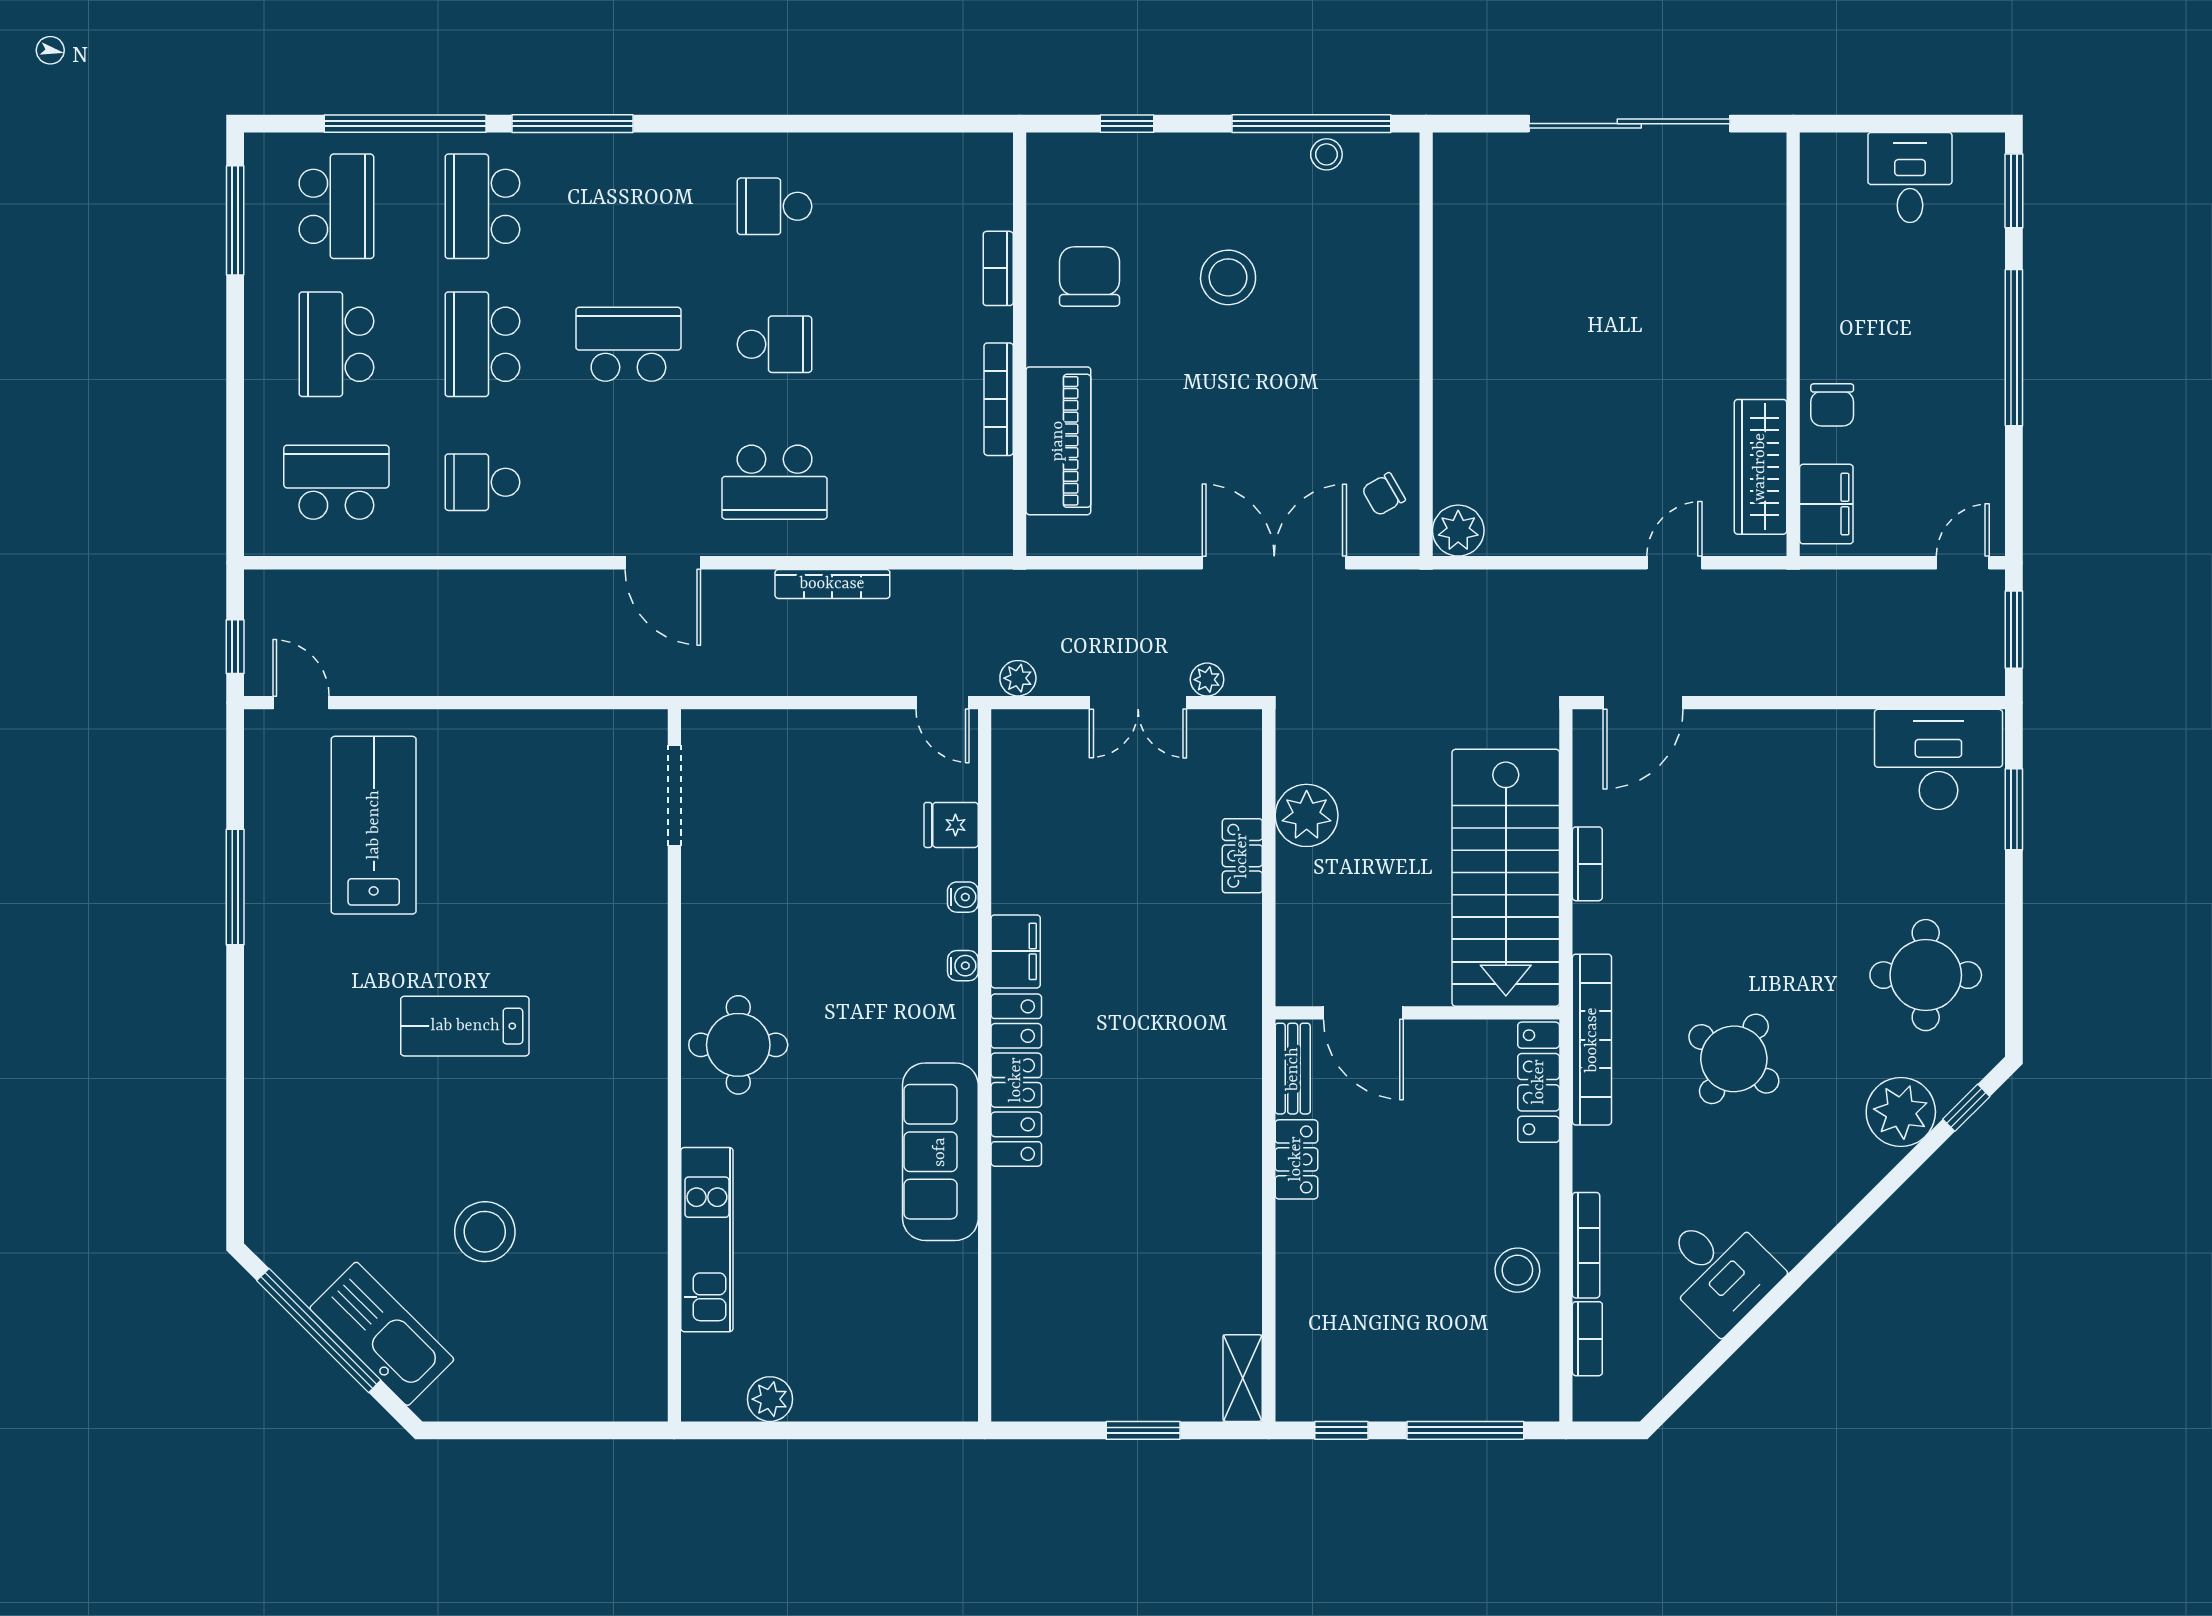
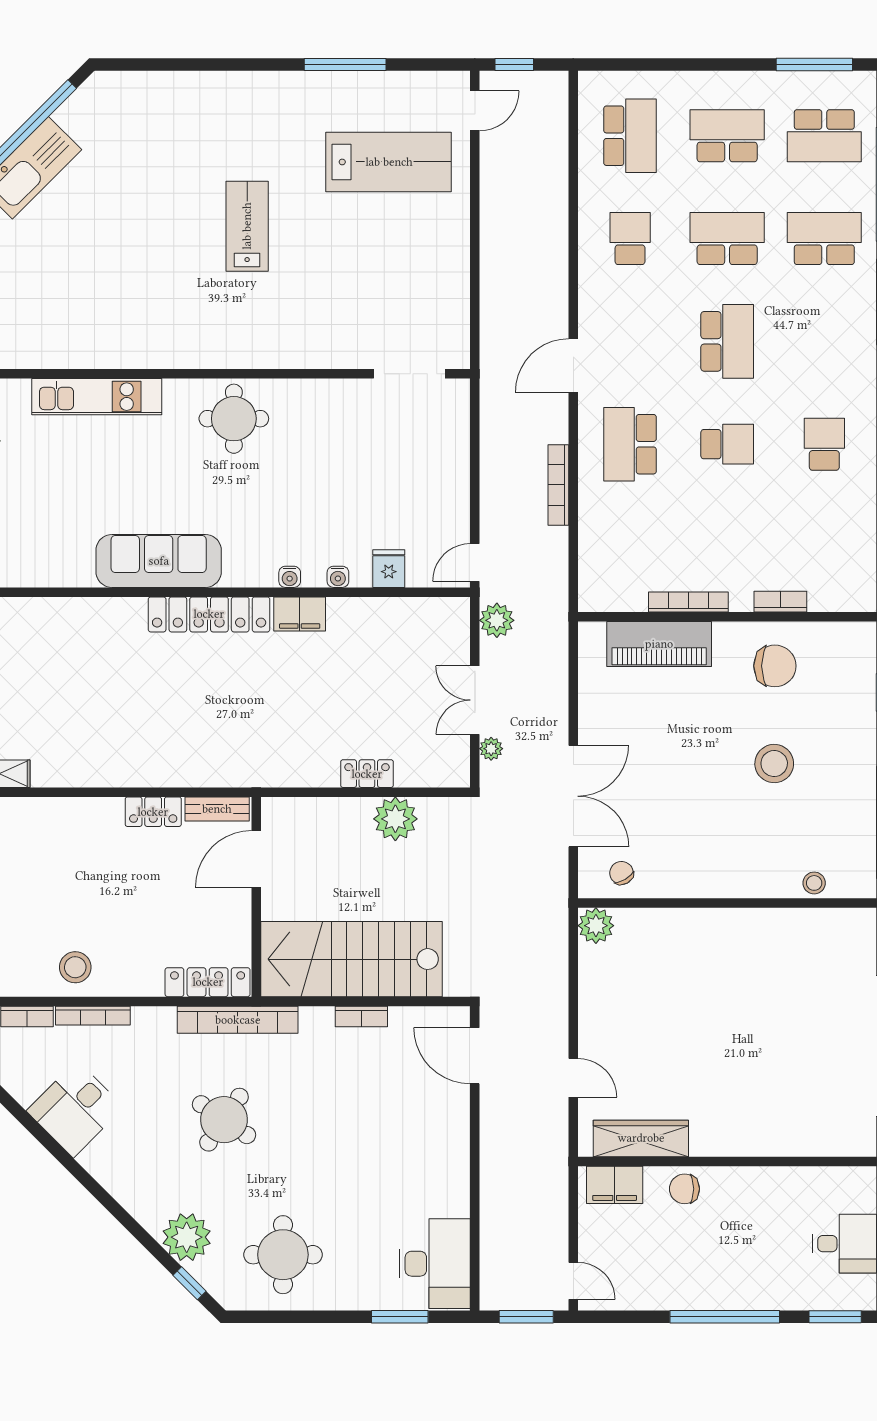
stool: (1326, 154) -> (814, 883), moved
school desk: (775, 344) -> (727, 444), turned -90
plant: (1018, 678) -> (497, 620), width x1.38, depth x1.38
stool: (485, 1232) -> (102, 240), removed

